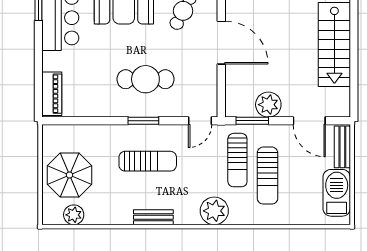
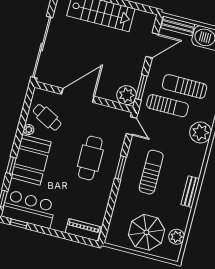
plant: (268, 105) -> (127, 95), moved
sun lounger: (268, 176) -> (185, 86), turned 180
bench: (153, 217) -> (190, 192), moved

